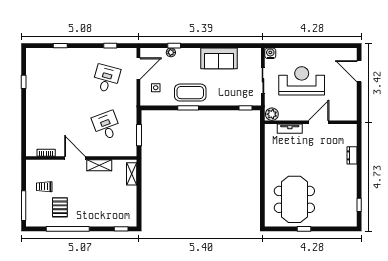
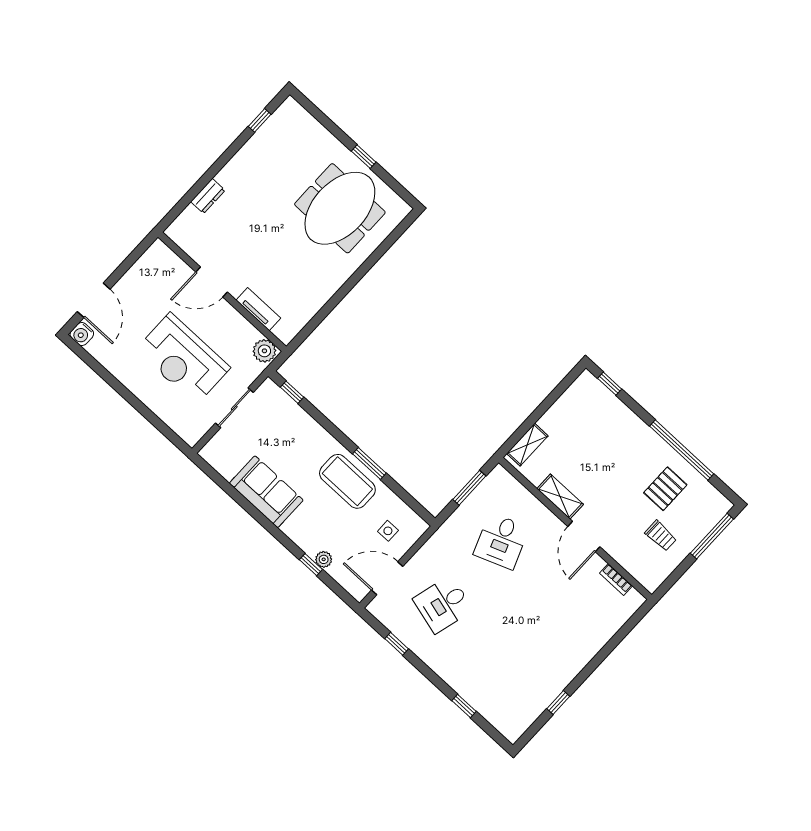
water cooler: (270, 53) -> (82, 334), moved

